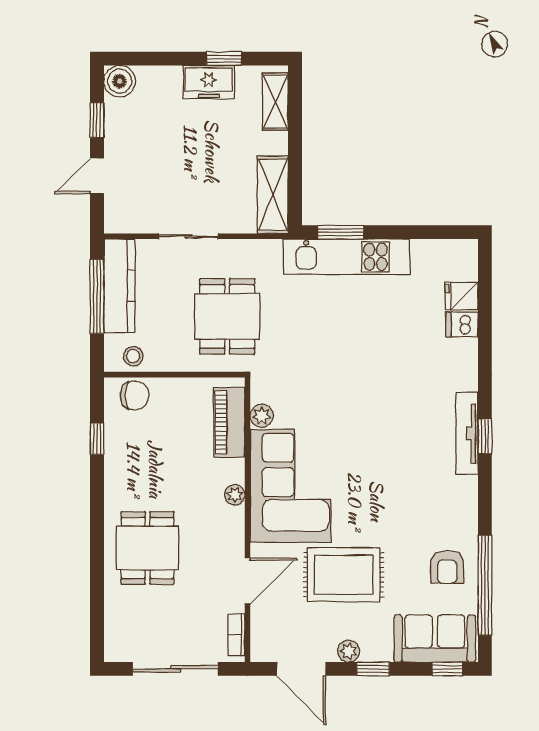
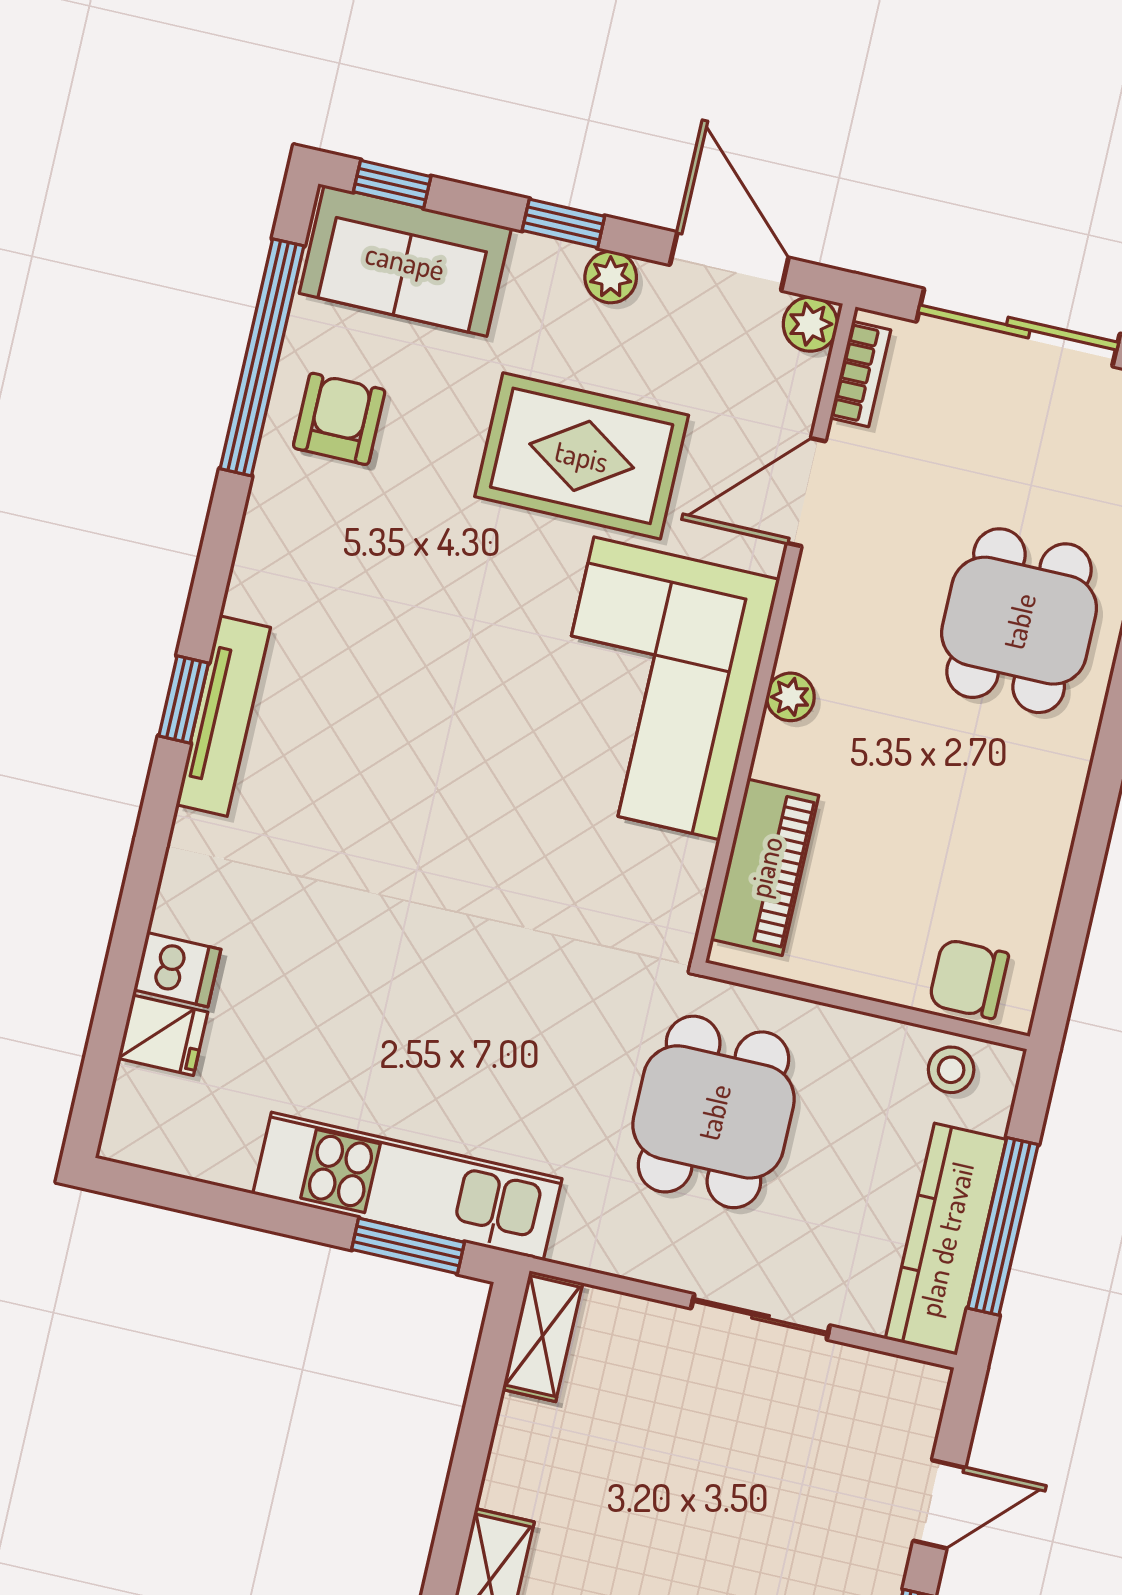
shelving: (273, 195) -> (543, 1336), width x0.67, depth x0.75
plant: (262, 416) -> (810, 324), moved
window: (97, 439) -> (1078, 899), removed

